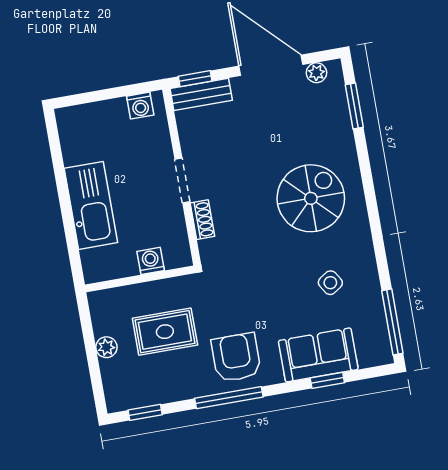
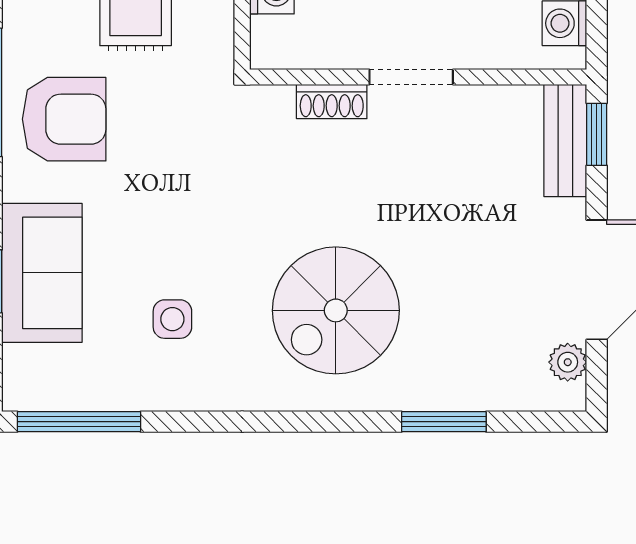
window: (354, 106) -> (444, 422), moved
spiral stairs: (311, 198) -> (336, 310), turned 90
side table: (330, 283) -> (172, 319), turned 33

